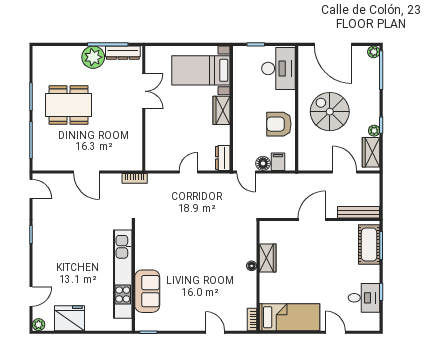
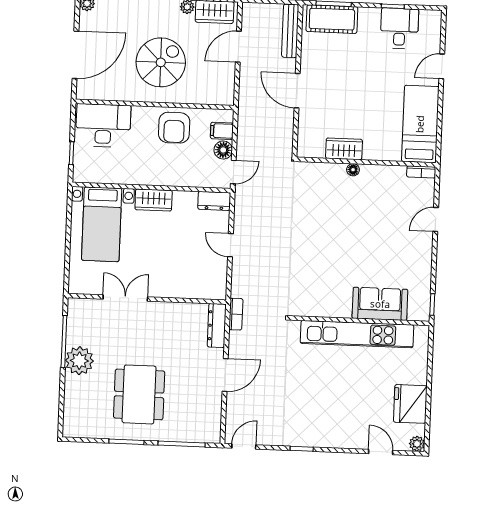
dresser: (123, 53) -> (217, 325), moved, turned 180
spiral stairs: (330, 112) -> (161, 62), turned 180

